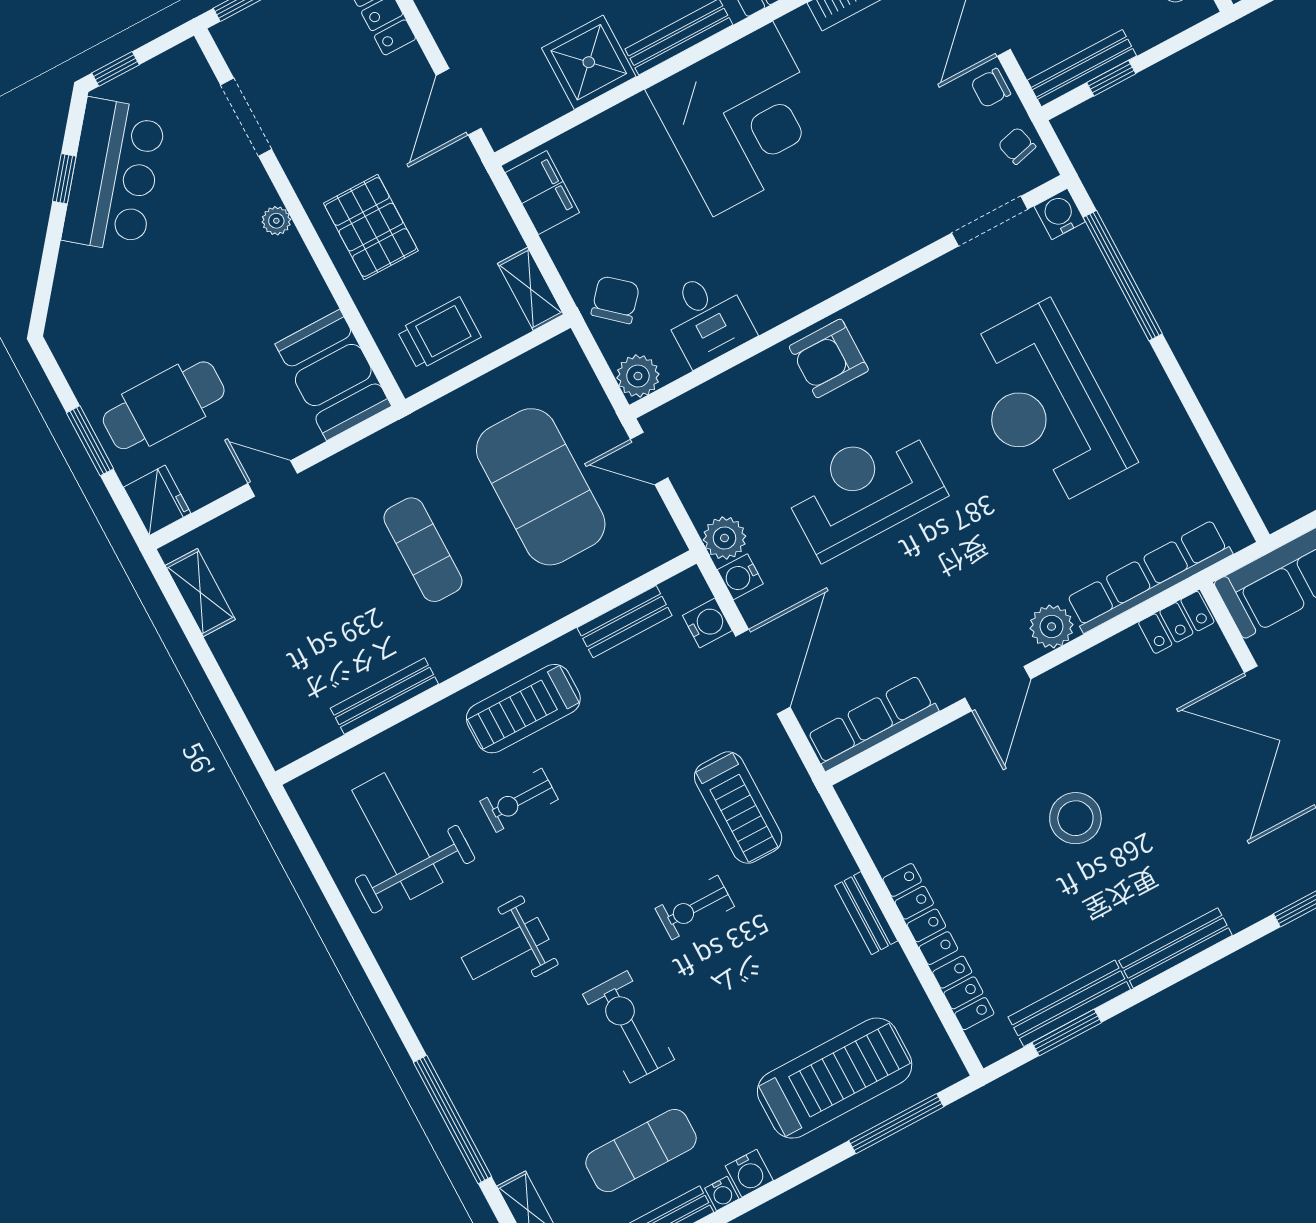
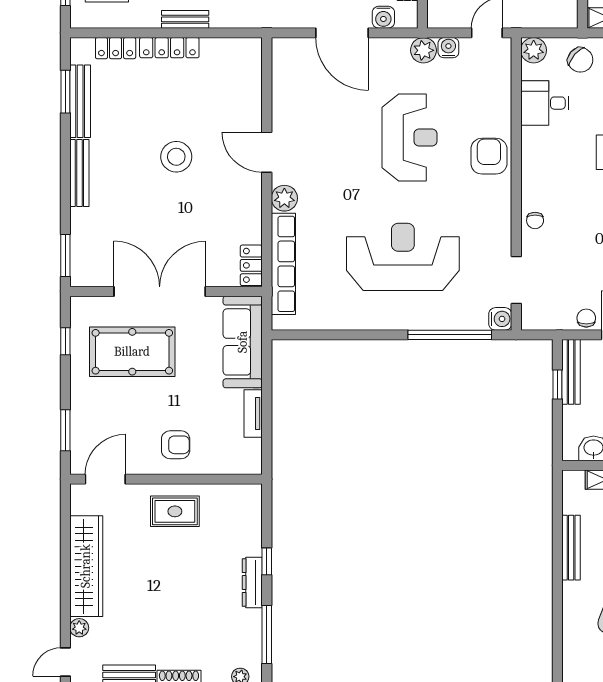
chair: (1017, 146) -> (535, 220), moved, turned 104
water cooler: (740, 577) -> (448, 48), moved
row of seats: (872, 723) -> (284, 76), removed

